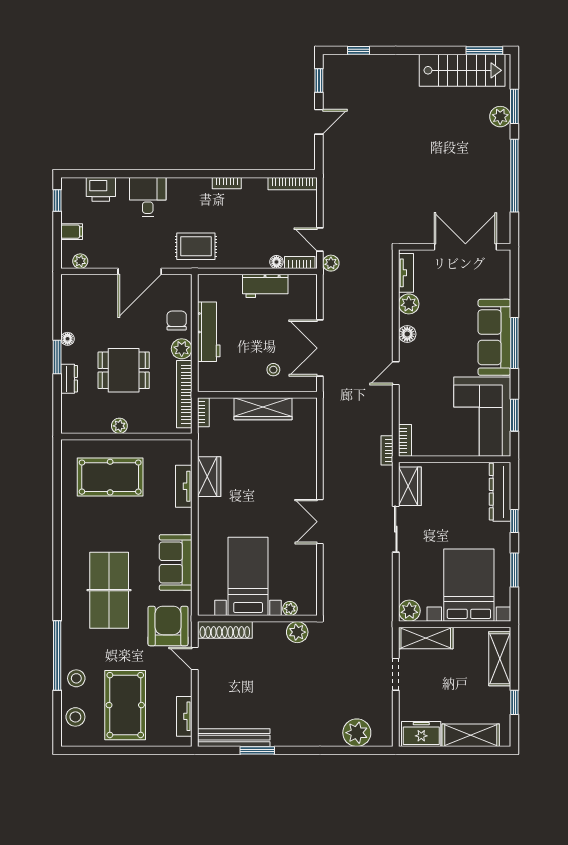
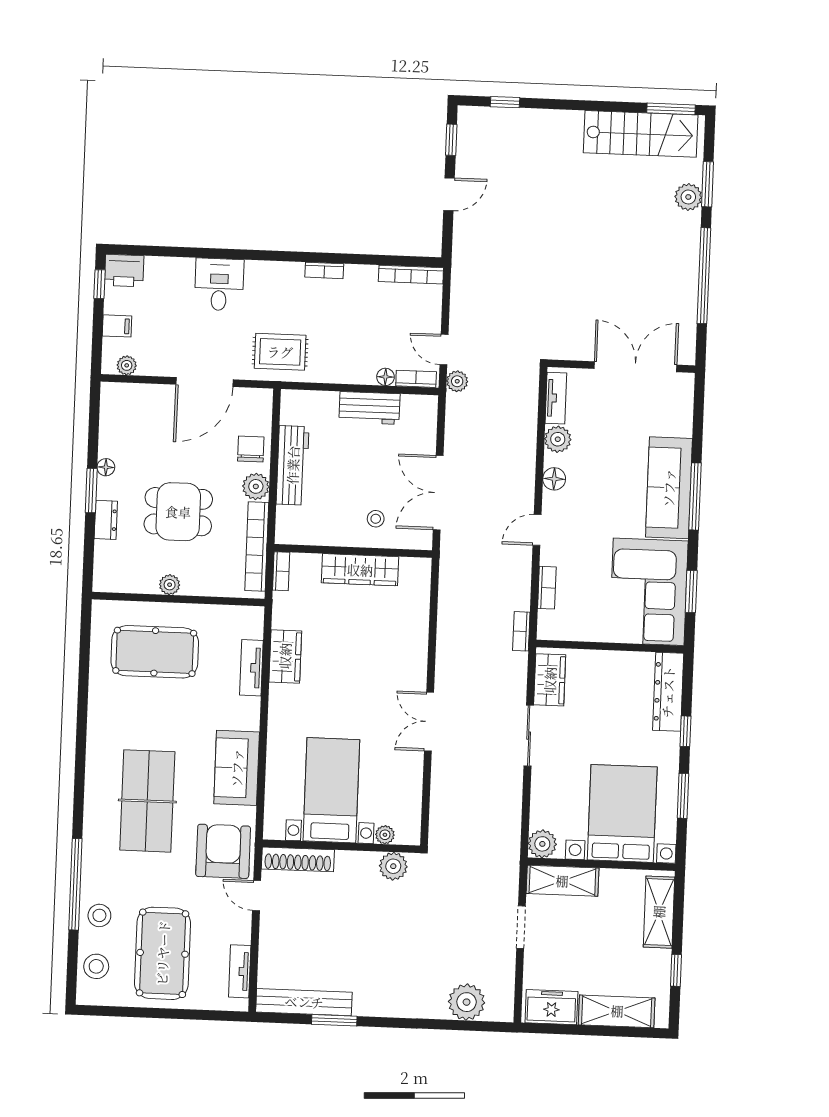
printer: (101, 189) -> (124, 271), moved
bookcase: (405, 440) -> (547, 588), moved

